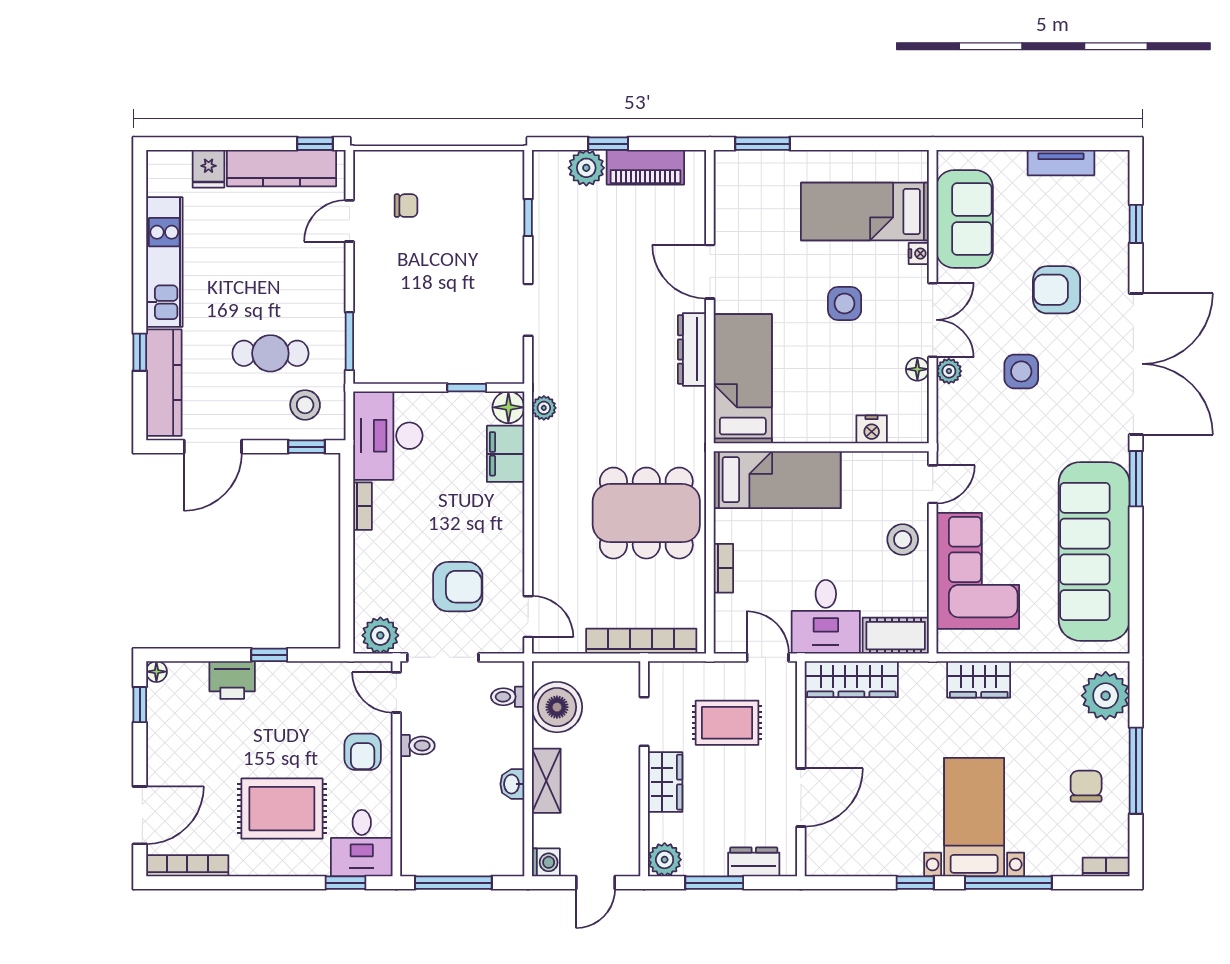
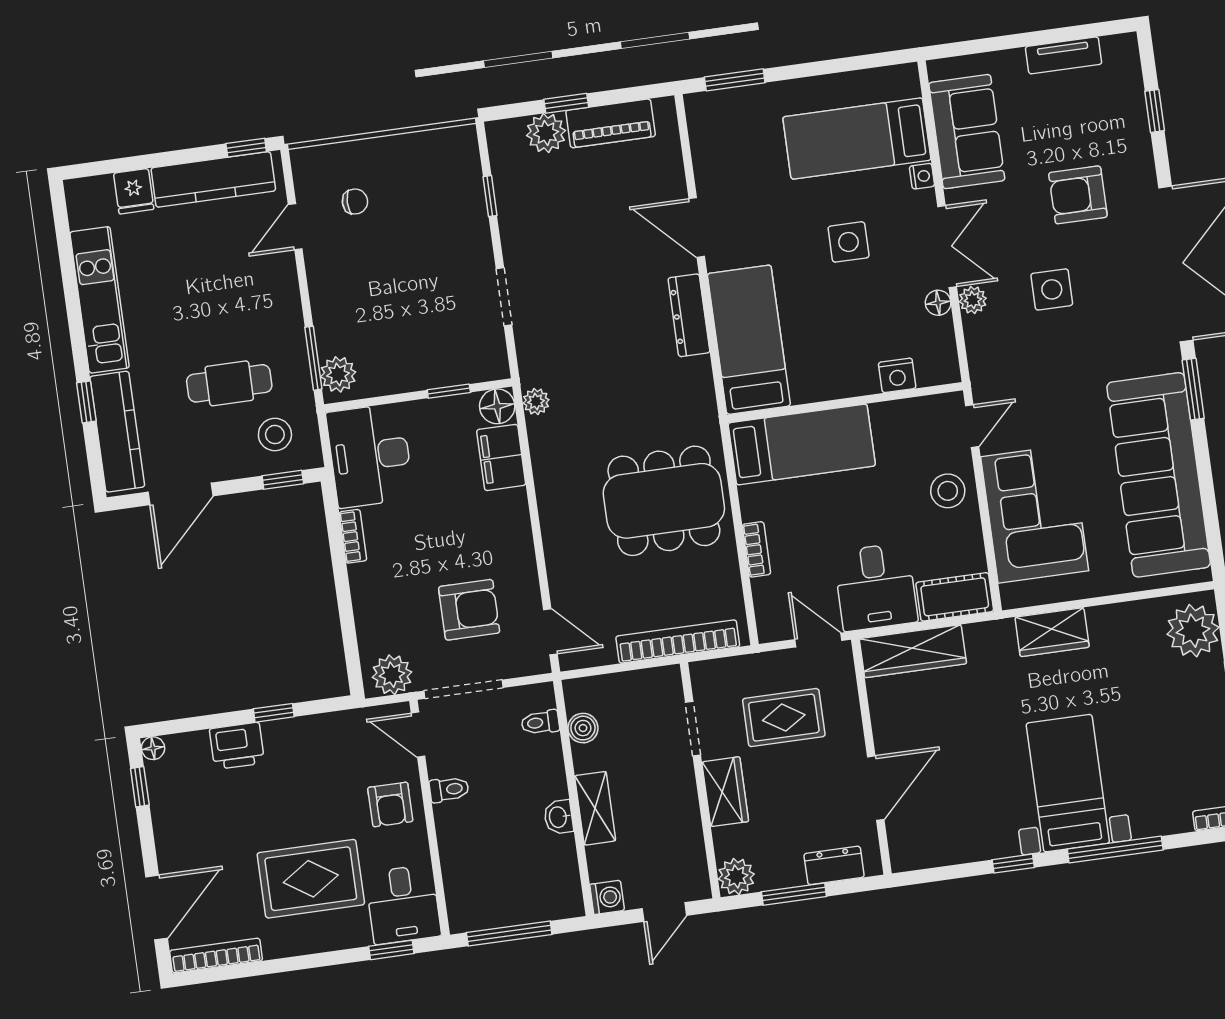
plant: (369, 359) -> (338, 374), added
boiler: (557, 707) -> (583, 728), width x0.54, depth x0.54
chair: (1086, 786) -> (1185, 732), removed

